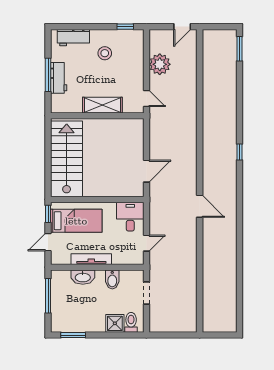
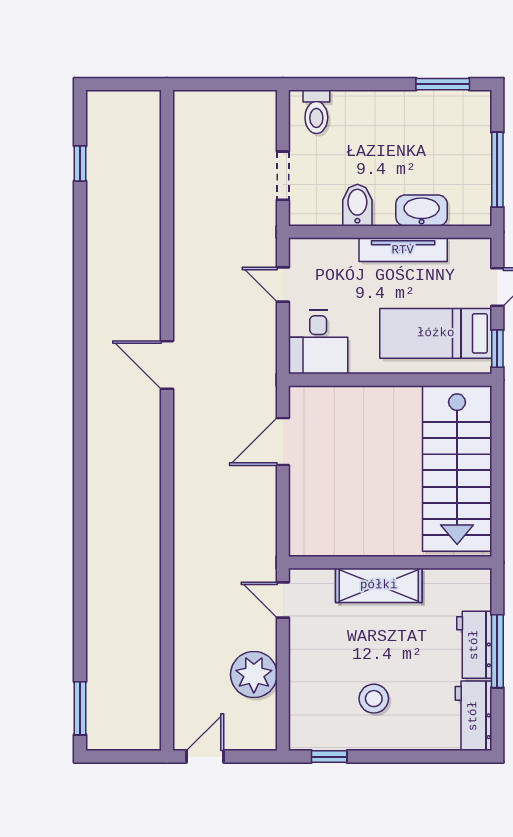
workbench: (73, 38) -> (473, 716), moved, turned -90
window: (239, 152) -> (80, 164), moved
door: (146, 243) -> (283, 285), hinge flipped
shower: (115, 323) -> (352, 110), removed

